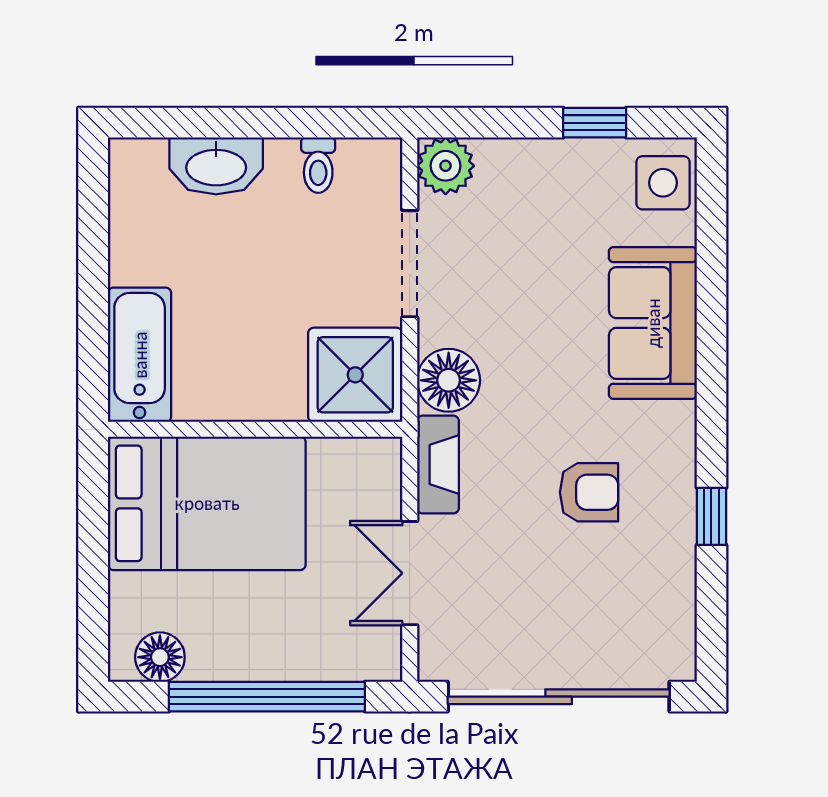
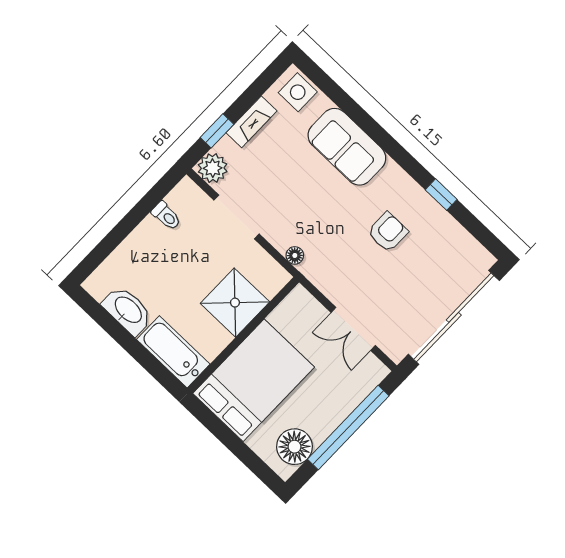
window: (595, 123) -> (217, 131), moved
washbasin: (216, 166) -> (128, 310), moved, turned -90
shower: (355, 375) -> (235, 303), moved
floor lamp: (449, 380) -> (295, 255), width x0.53, depth x0.53
fireplace: (438, 465) -> (251, 122), moved, turned 90
floor lamp: (160, 657) -> (294, 447), width x1.38, depth x1.38

